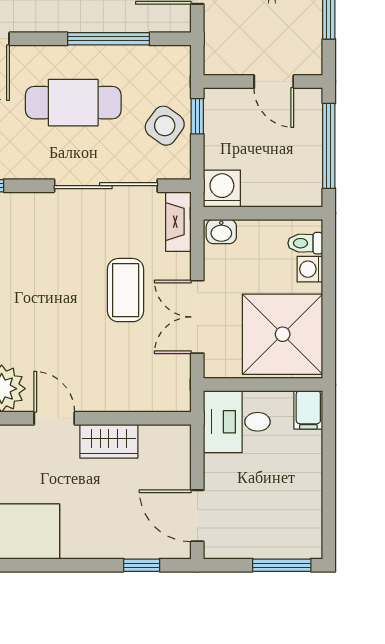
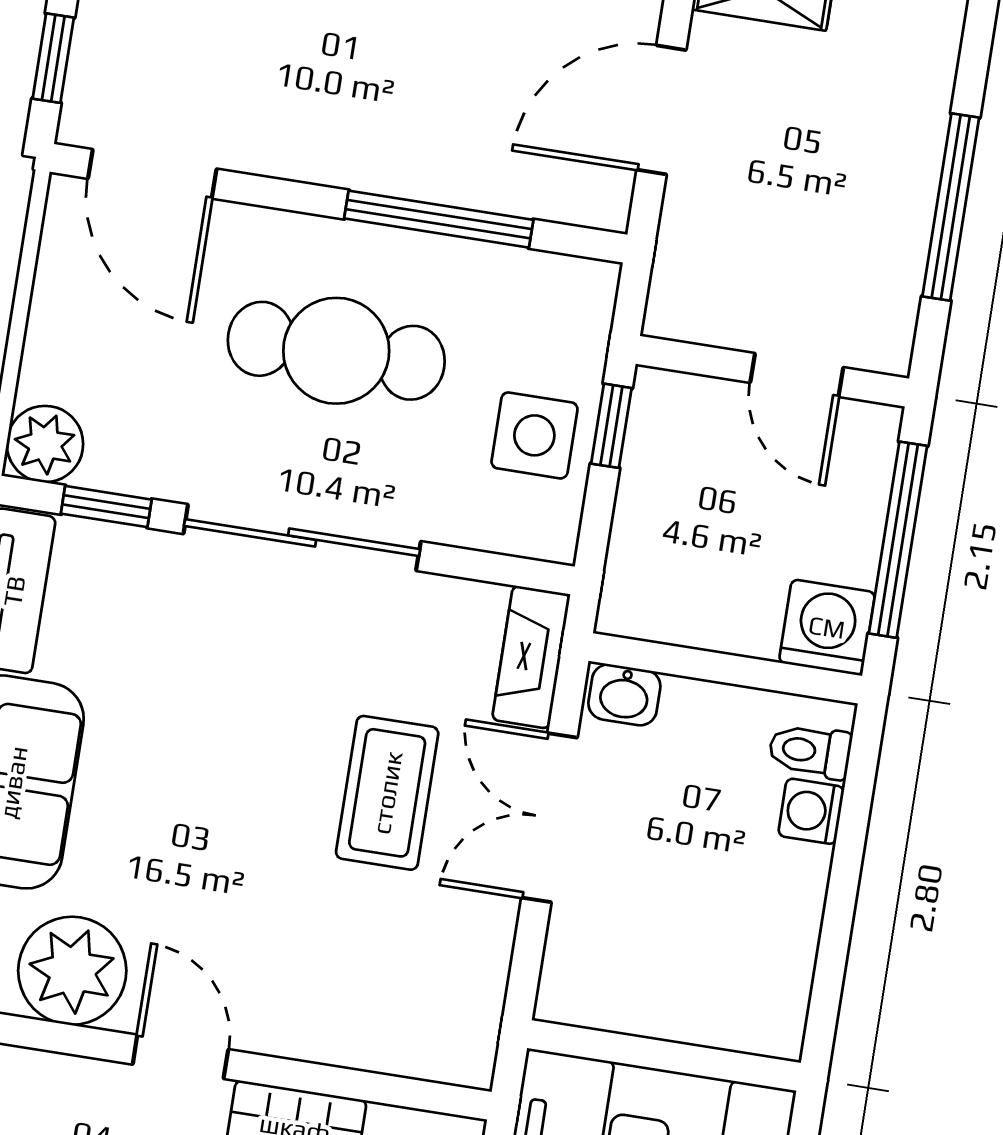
side table: (165, 126) -> (534, 435), turned -36
sliding door: (106, 186) -> (302, 538), moved
washing machine: (222, 189) -> (827, 627), moved
double door: (197, 317) -> (549, 818), moved
shower: (283, 334) -> (726, 949), removed

